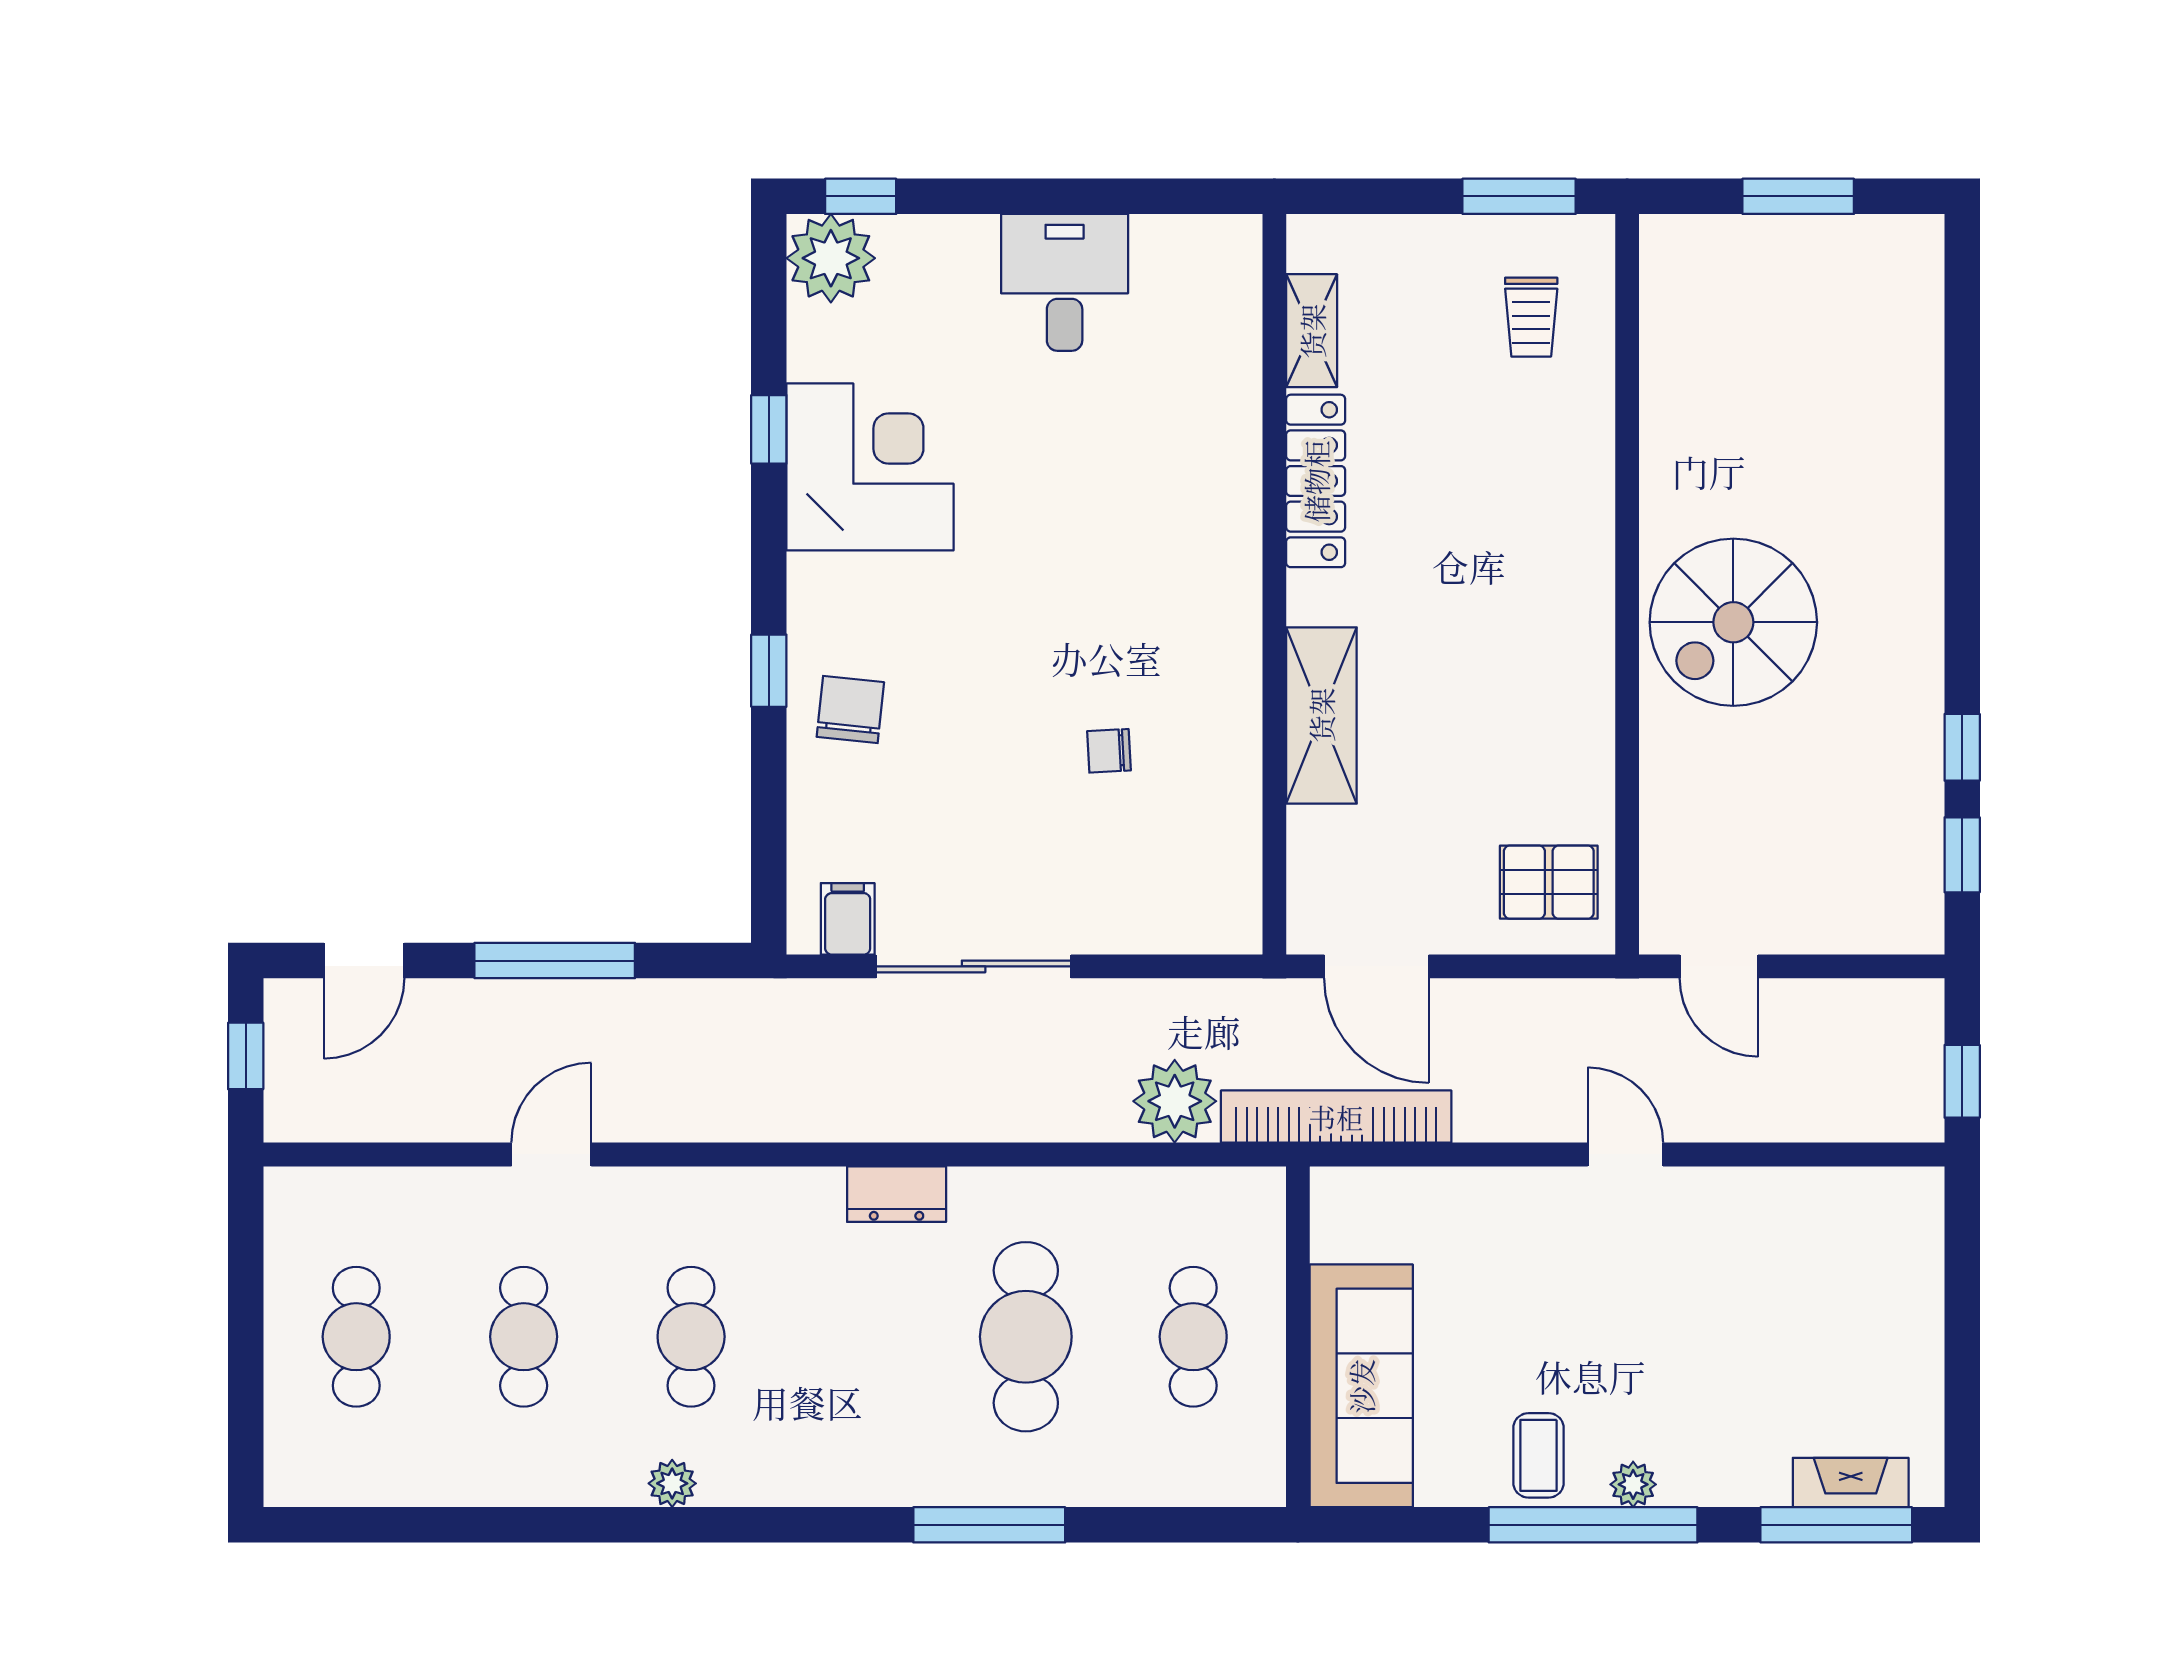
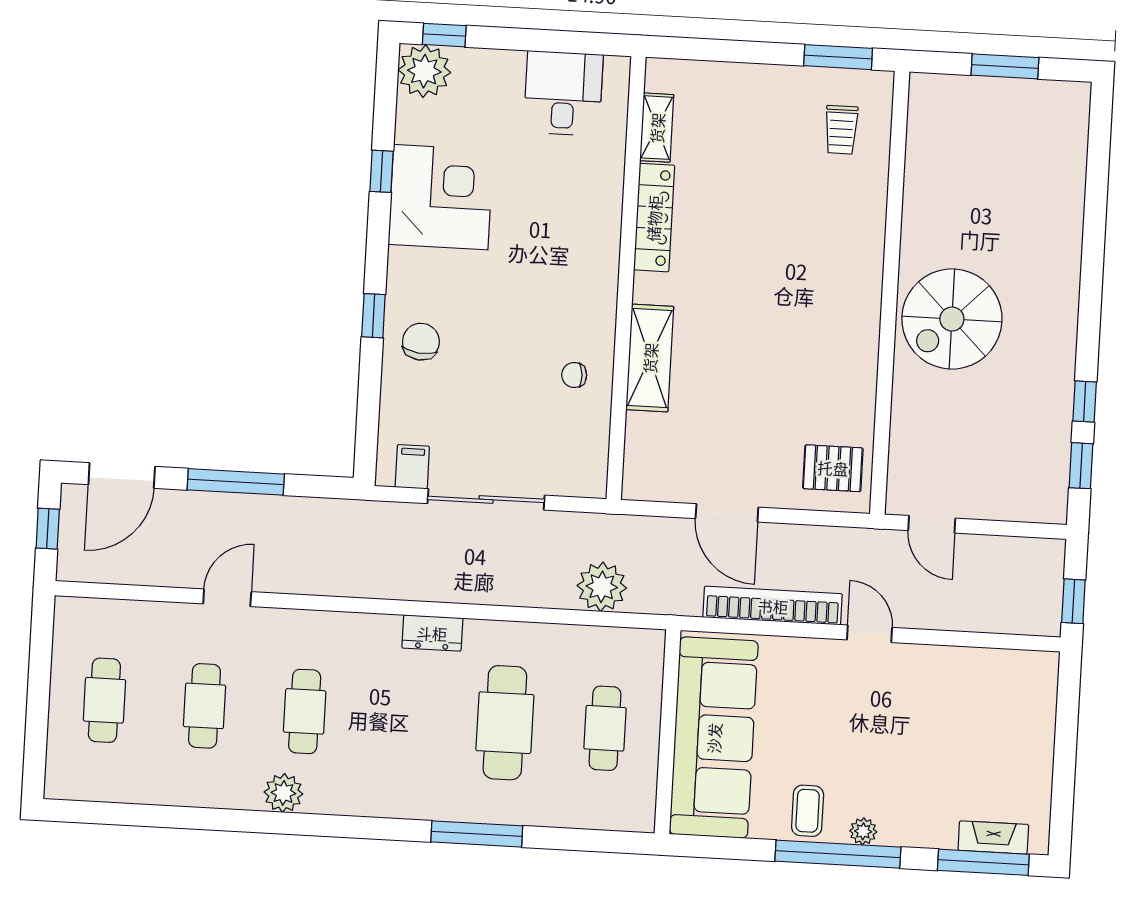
shelving: (1312, 331) -> (657, 128), moved
locker: (1316, 481) -> (654, 218), moved
wall: (1274, 584) -> (626, 278), moved
shelving: (1321, 715) -> (650, 358), moved
door: (364, 961) -> (122, 476), width x1.37
bookcase: (1336, 1117) -> (773, 606), moved
sofa: (1361, 1386) -> (714, 738), width x1.36, depth x1.27
plant: (672, 1483) -> (283, 793), width x1.38, depth x1.38

